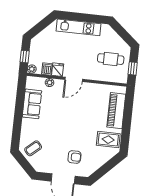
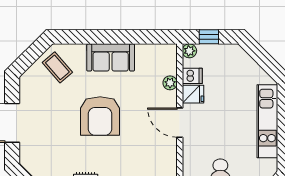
sofa: (32, 104) -> (111, 57), moved
armchair: (74, 157) -> (100, 116), moved, width x1.88, depth x1.88

